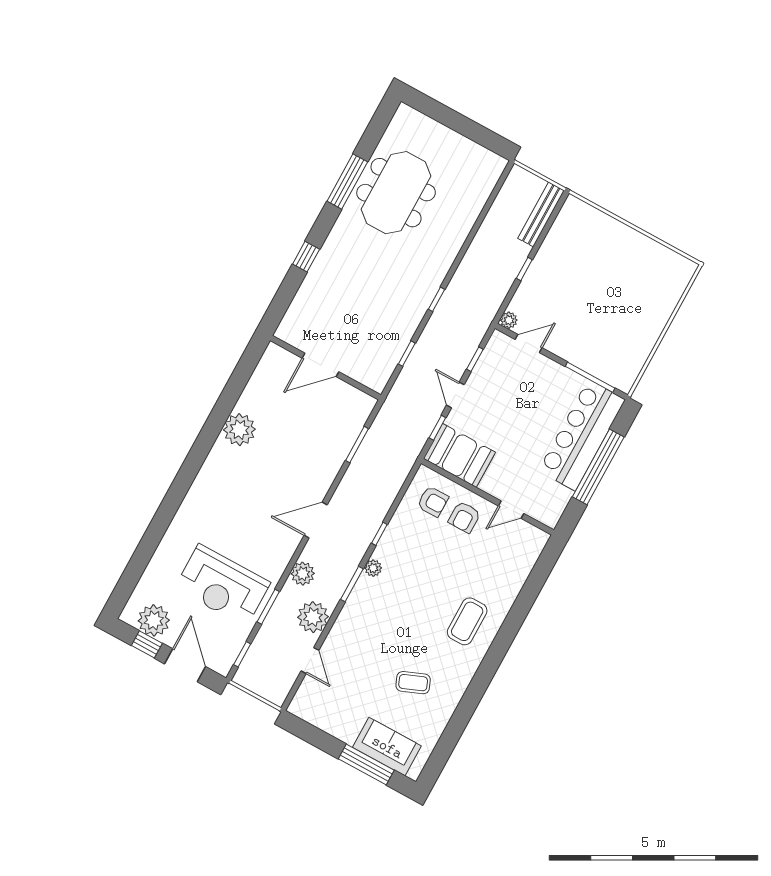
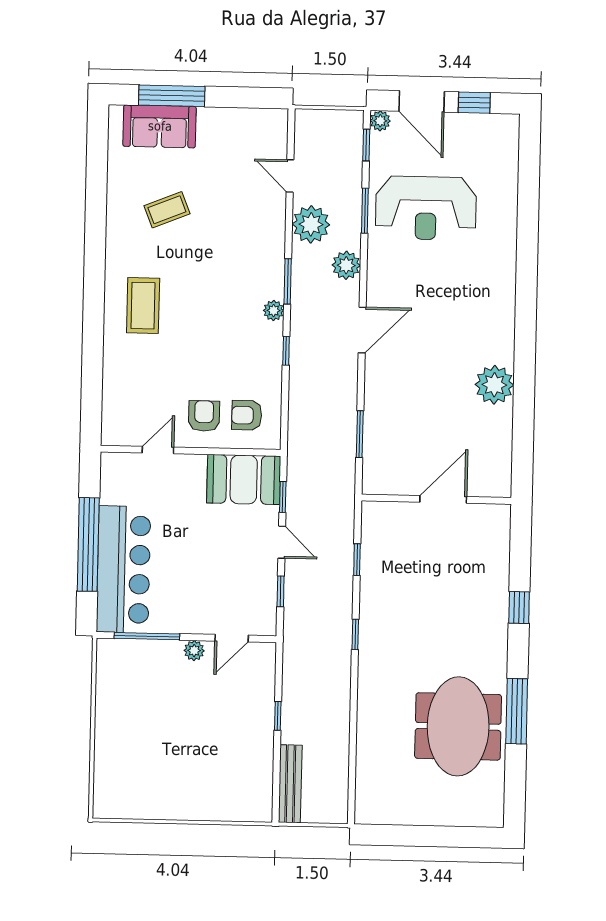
plant: (509, 320) -> (194, 651), moved
reception desk: (222, 585) -> (426, 208), turned 180
plant: (154, 620) -> (380, 121), moved, width x0.53, depth x0.53

